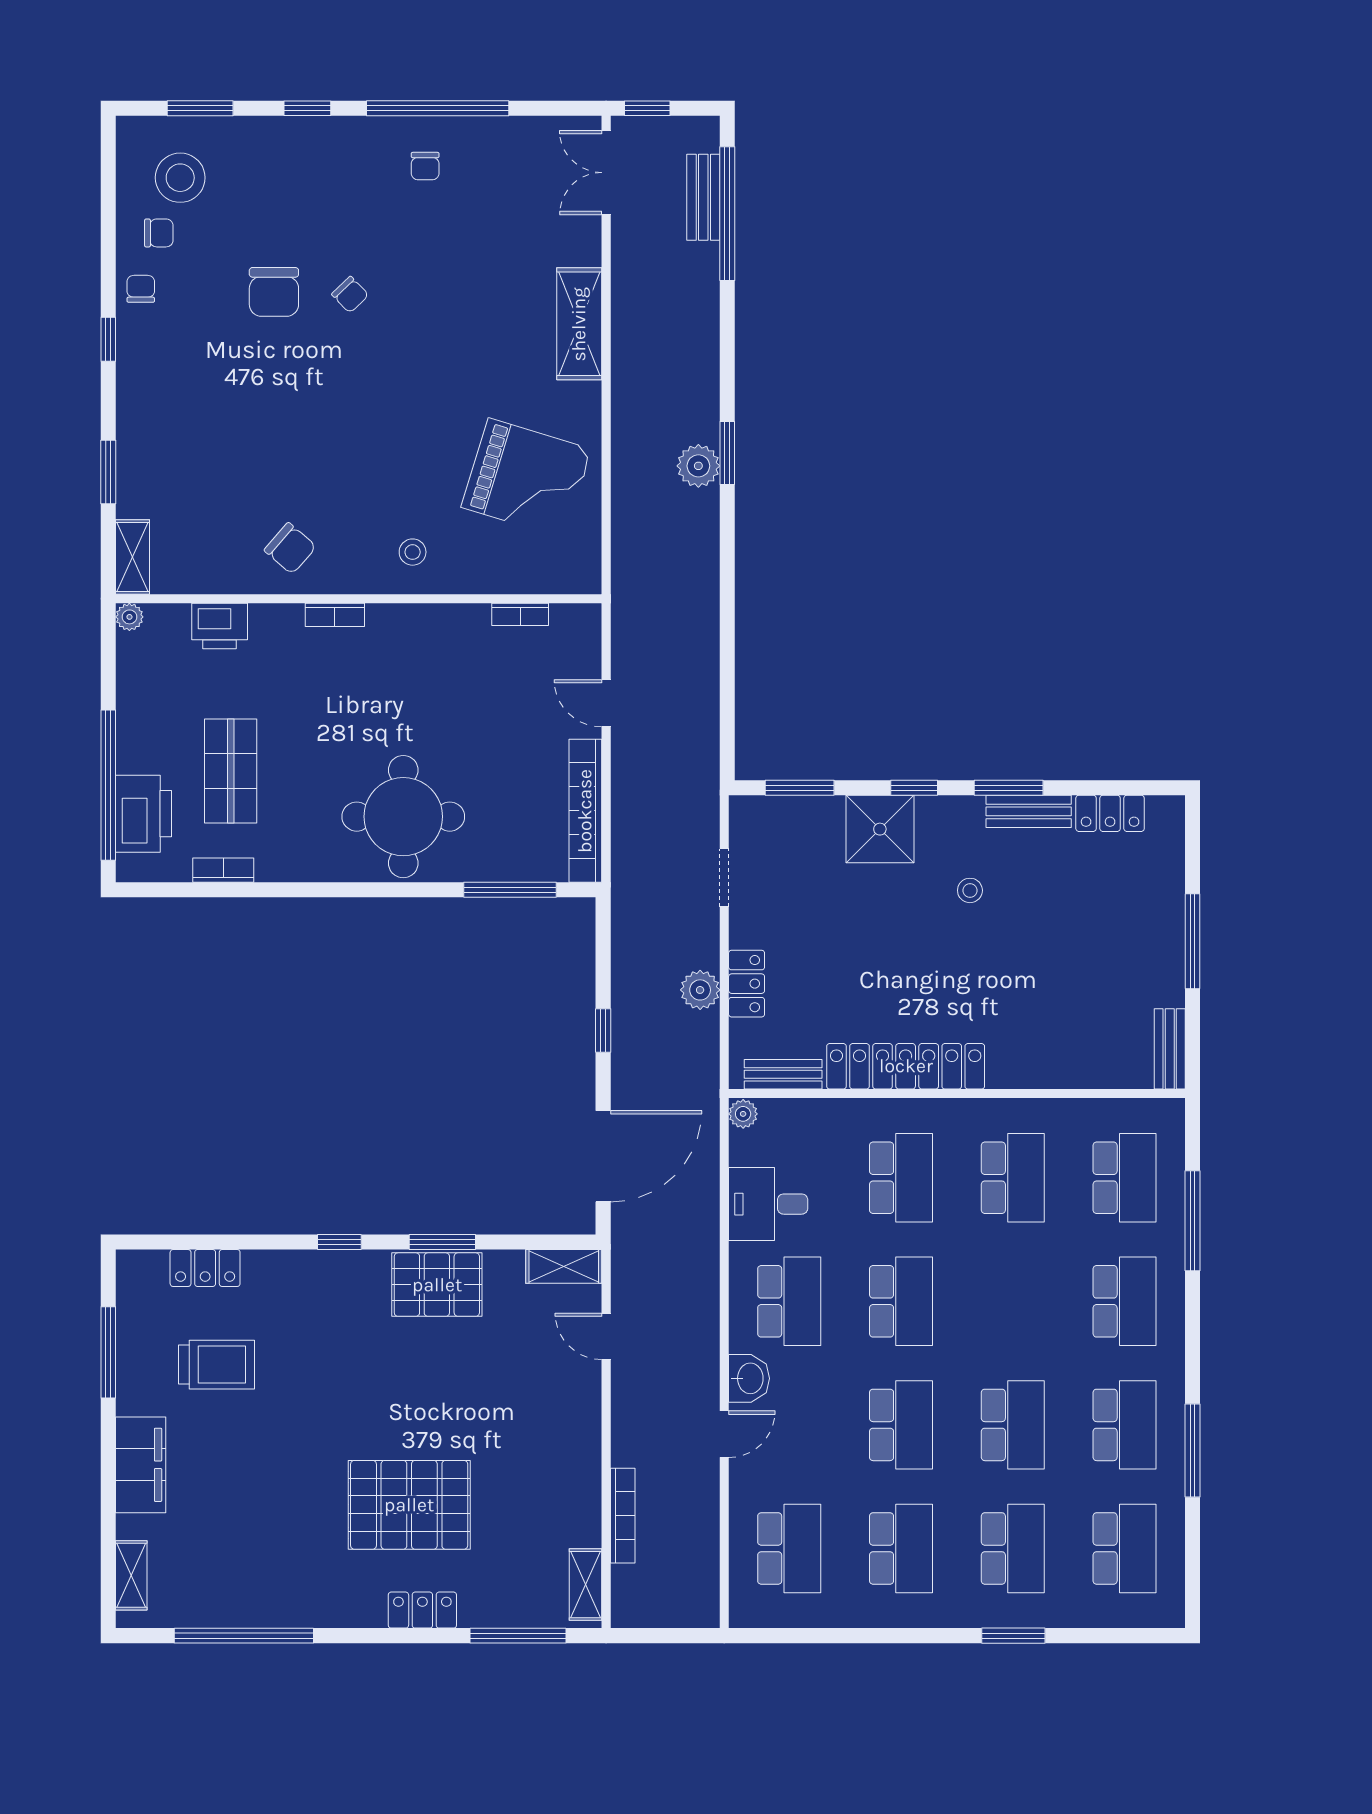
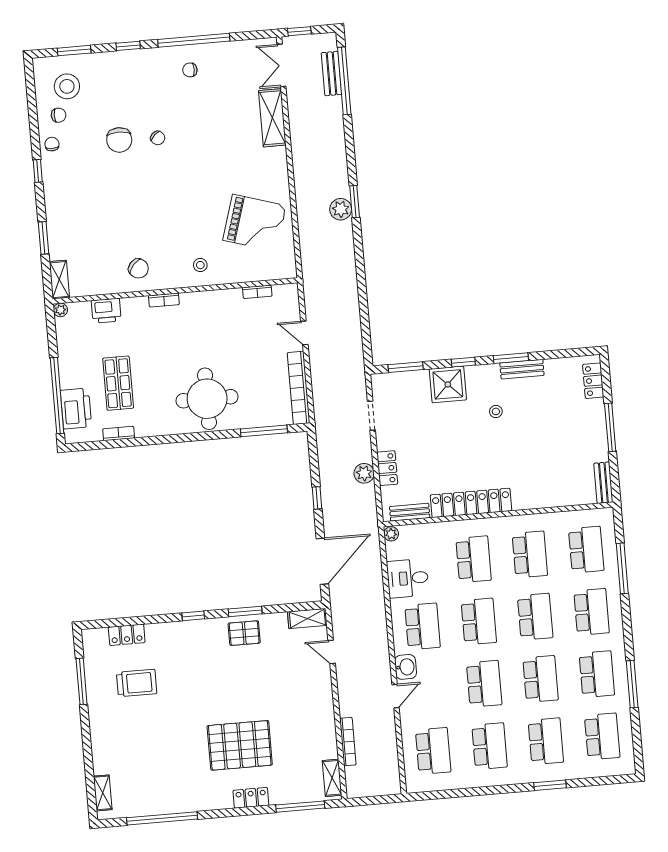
chair: (425, 166) -> (190, 70), turned 90
shelving: (579, 324) -> (272, 118), moved
locker: (1110, 813) -> (593, 381), moved, turned 90
pallet: (437, 1285) -> (244, 633), width x0.67, depth x0.71
school desk: (1013, 1301) -> (535, 617), added
filing cabinet: (141, 1465) -> (103, 737), removed

